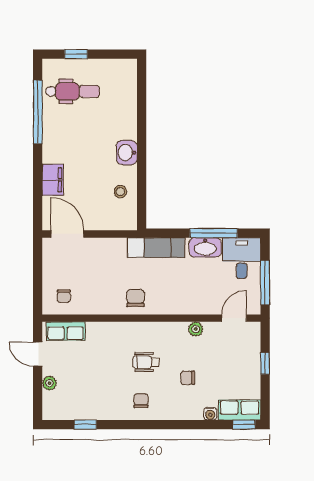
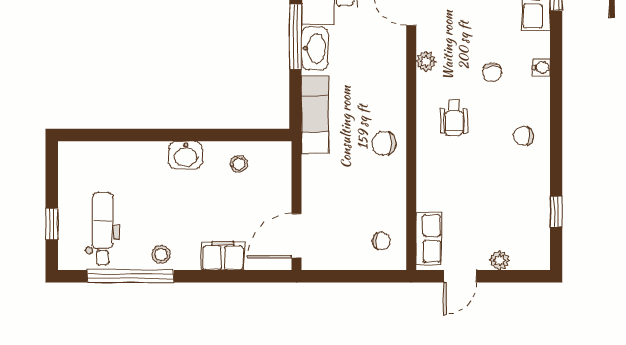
stool: (54, 134) -> (161, 254), added
wheelchair: (146, 362) -> (454, 118), moved
water cooler: (210, 414) -> (541, 67), moved

